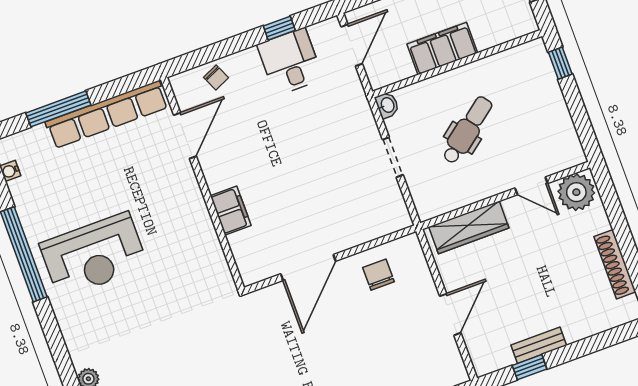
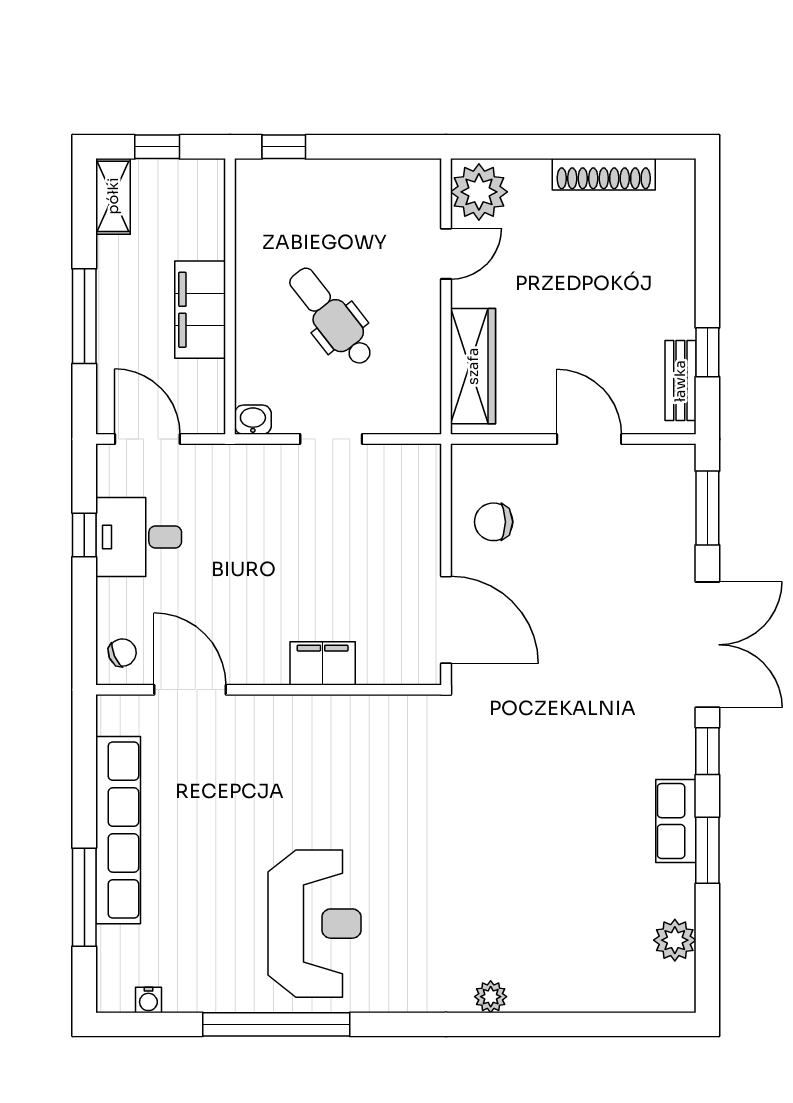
door: (185, 136) -> (190, 690), moved
wall: (203, 184) -> (269, 690), moved
filing cabinet: (231, 211) -> (323, 663), moved
bench: (539, 345) -> (680, 381), moved

